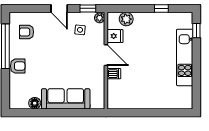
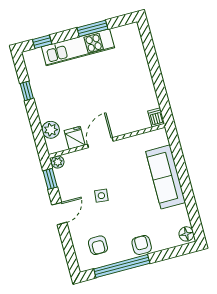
side table: (80, 30) -> (101, 196), moved
window: (196, 73) -> (92, 28), added
dishwasher: (114, 74) -> (156, 117), moved
floor lamp: (35, 103) -> (186, 234), moved

